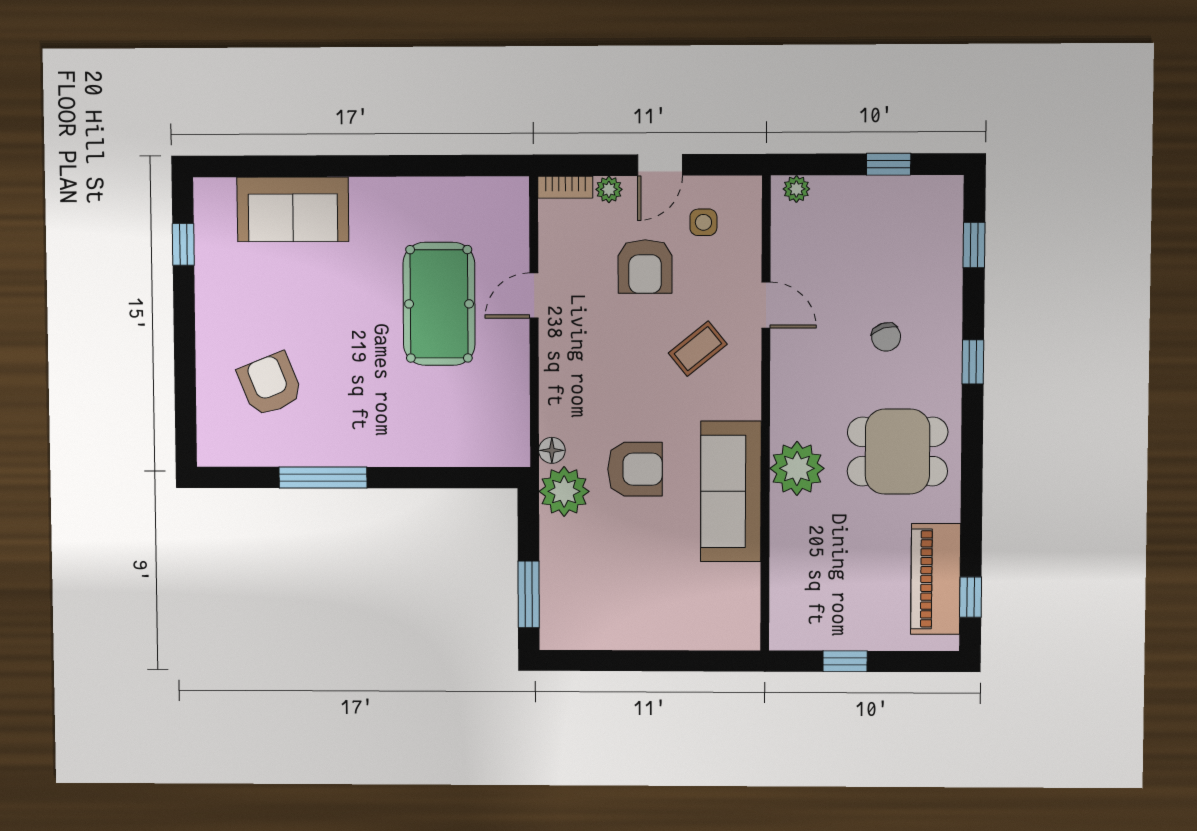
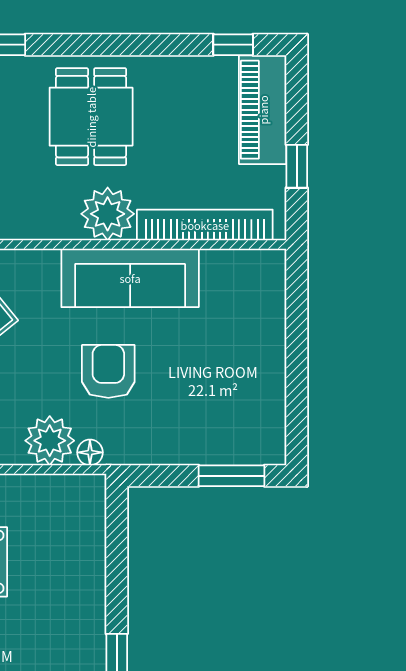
plant: (564, 491) -> (50, 441), moved
bookcase: (785, 568) -> (205, 225), added
piano: (936, 579) -> (263, 110), moved, turned 90

